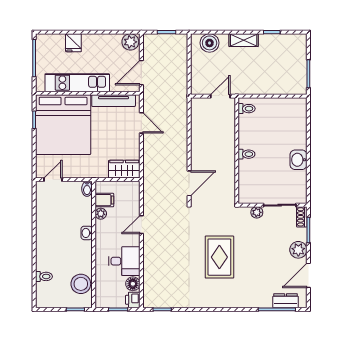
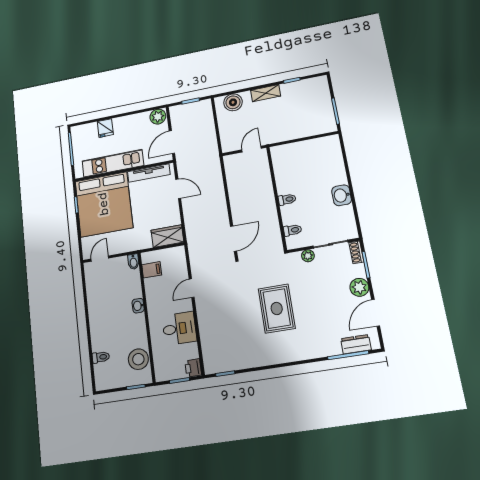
toilet: (247, 109) -> (293, 230), moved
plant: (101, 214) -> (150, 284), removed
floor lamp: (133, 284) -> (191, 351), removed

